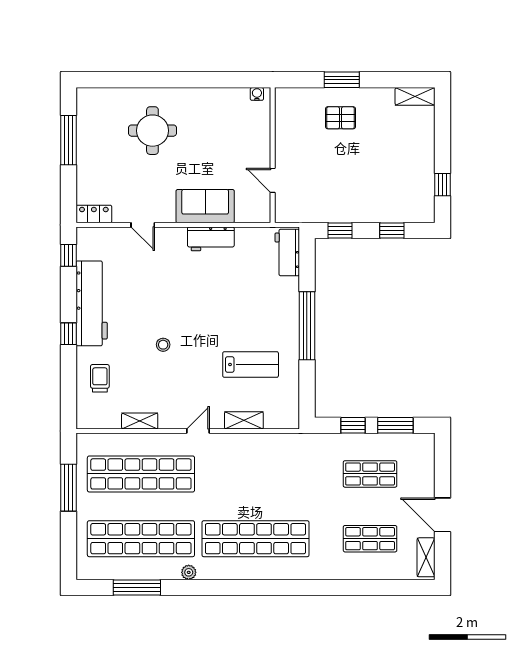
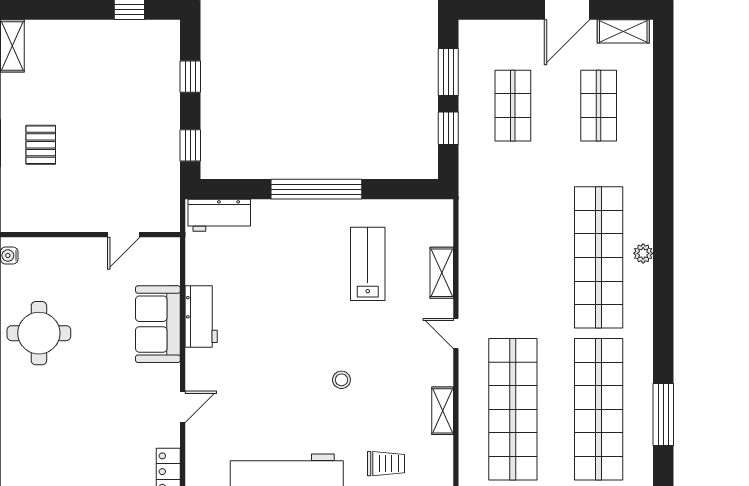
round table: (152, 131) -> (39, 333), moved
trolley: (100, 378) -> (386, 464), turned 180
plant: (189, 572) -> (643, 253), moved

